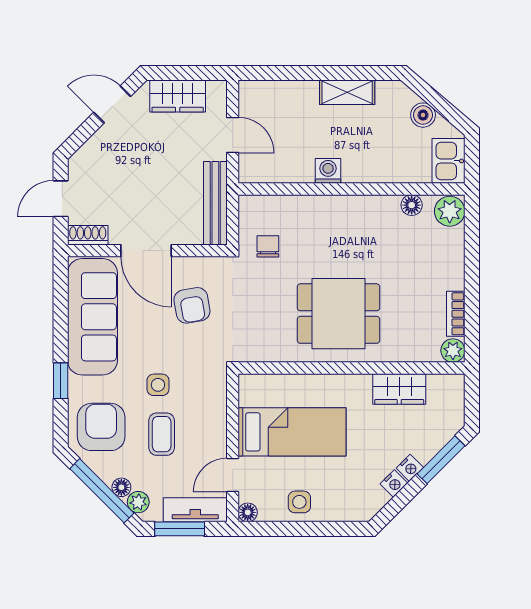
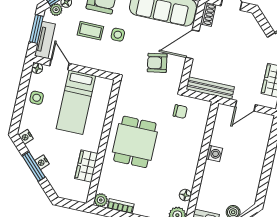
shelving: (347, 92) -> (255, 173), removed
window: (441, 460) -> (34, 167), moved
nightstand: (394, 484) -> (26, 137), moved

